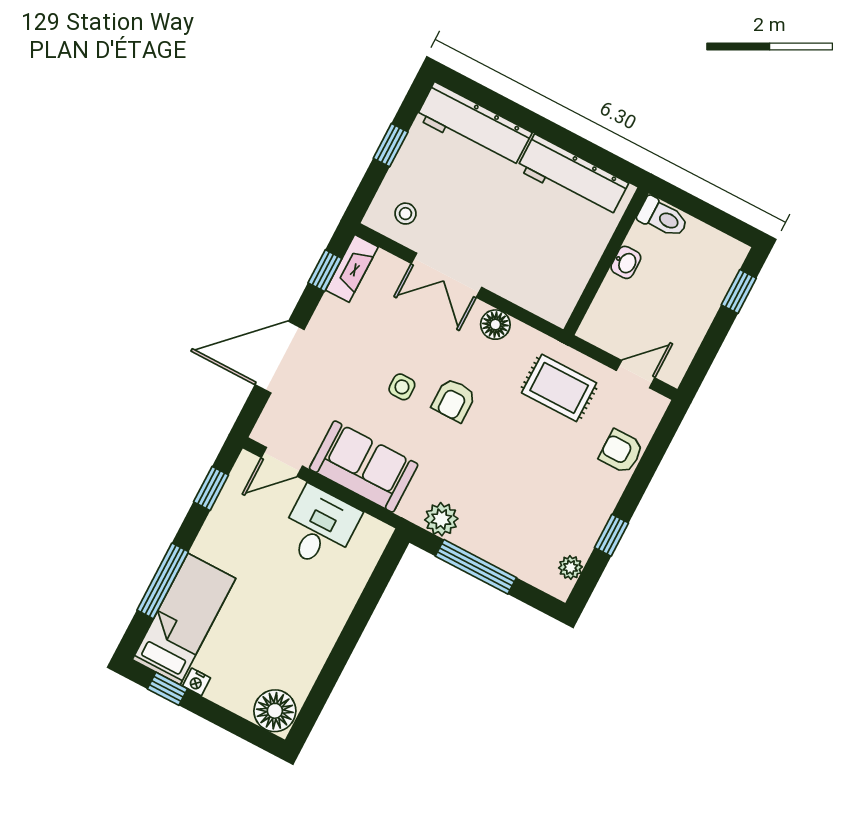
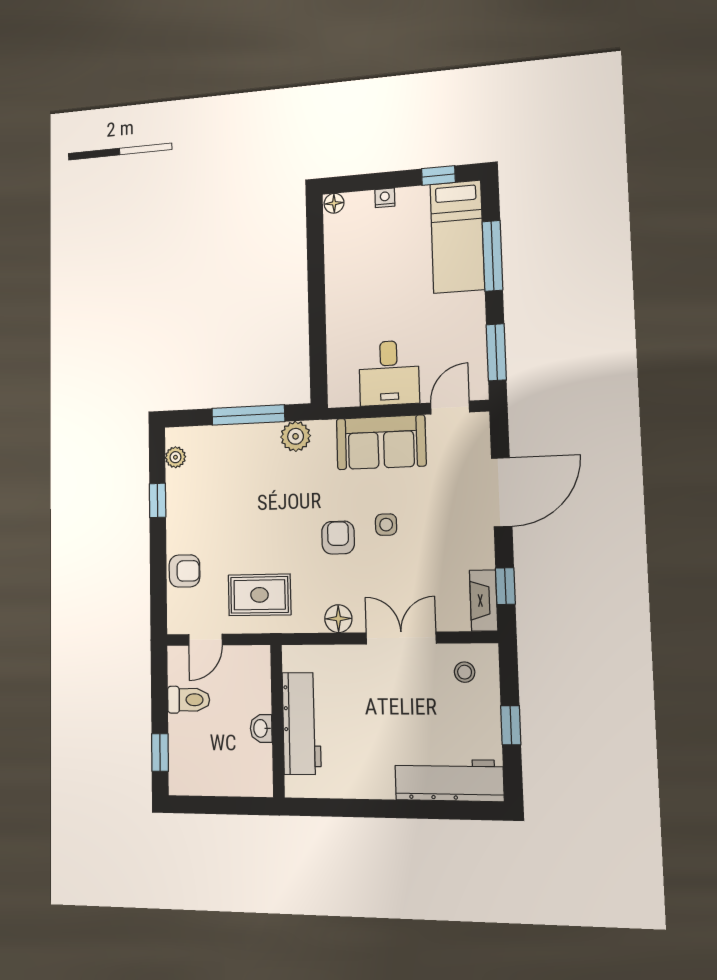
workbench: (572, 176) -> (302, 723), moved, turned 90
toilet: (663, 217) -> (189, 700), moved, turned 180
window: (211, 488) -> (496, 352), width x1.50
nightstand: (196, 682) -> (385, 198), moved
floor lamp: (275, 711) -> (334, 203), width x0.53, depth x0.53

